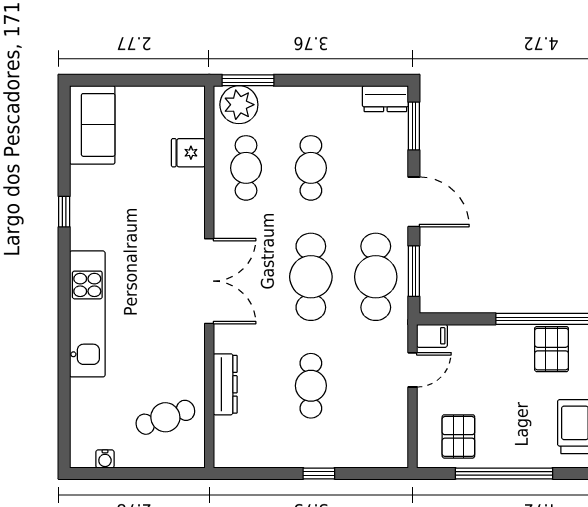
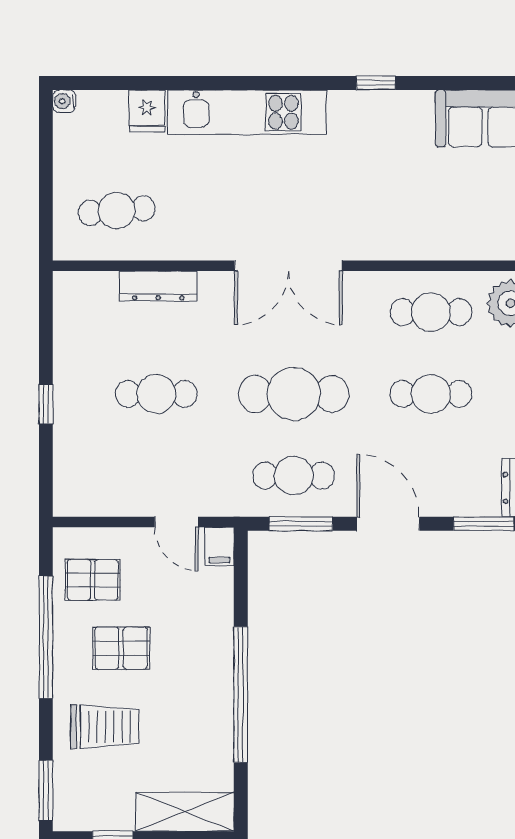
fridge: (188, 153) -> (147, 111), moved, turned 180
door: (414, 202) -> (388, 524), swing flipped
cafe table: (376, 277) -> (294, 476), width x0.73, depth x0.74
pallet: (552, 349) -> (121, 648), moved
cafe table: (165, 417) -> (117, 211), turned -76
water cooler: (105, 459) -> (64, 101), moved

